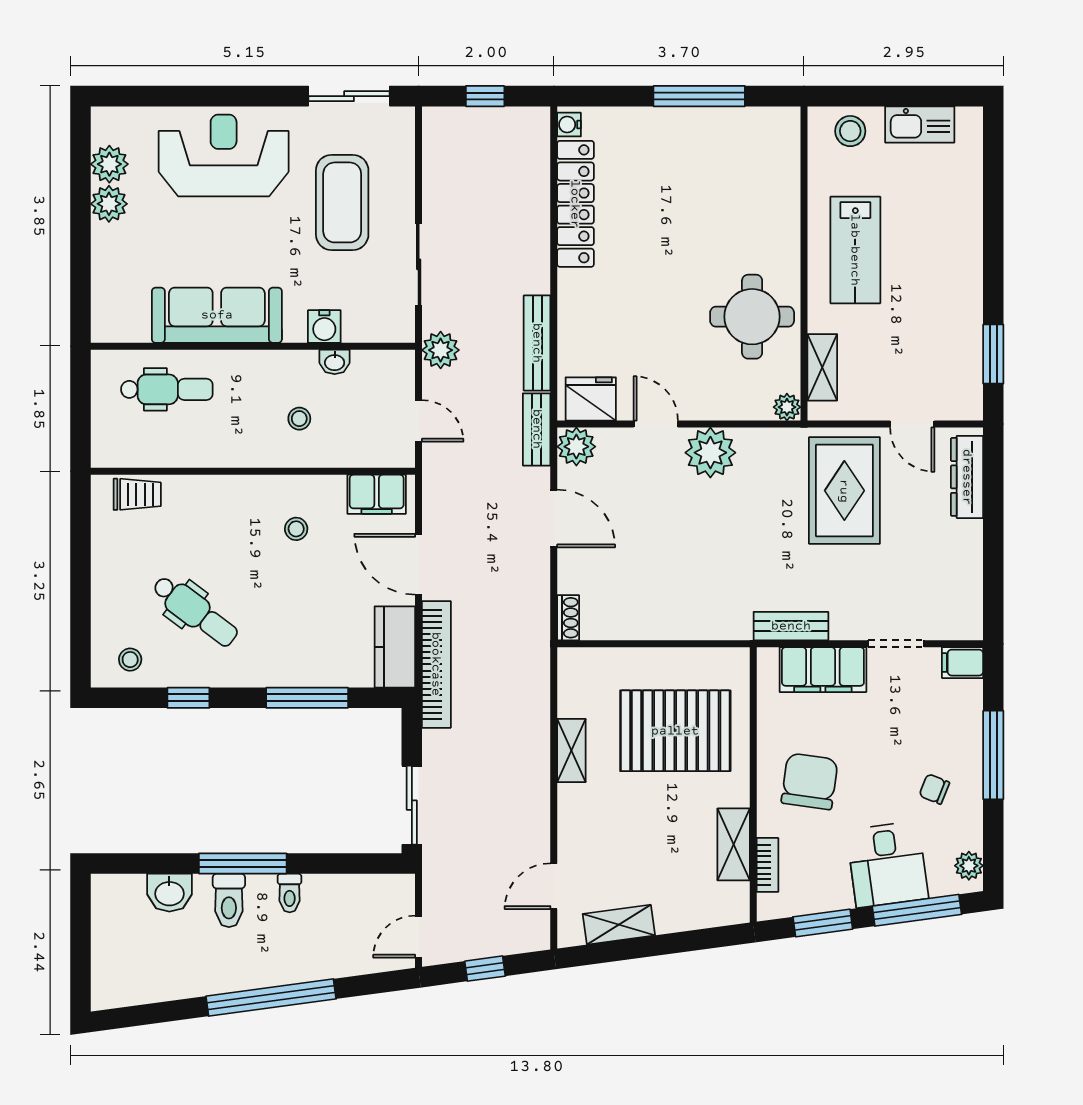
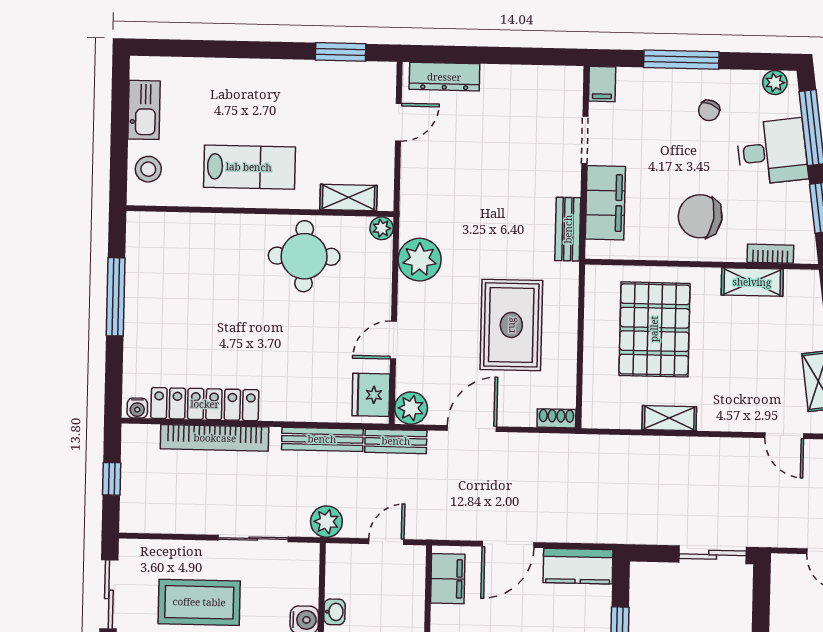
plant: (710, 453) -> (420, 260), moved
rug: (844, 491) -> (511, 325), moved, turned 90
bookcase: (436, 664) -> (215, 438), moved, turned 180

